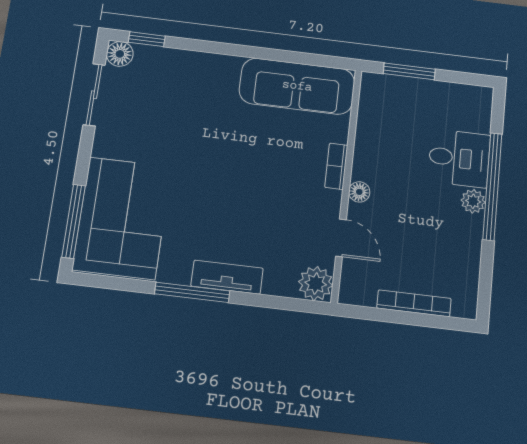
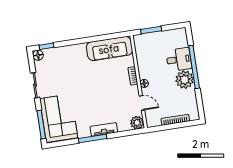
sliding door: (94, 95) -> (35, 85), moved
plant: (473, 201) -> (185, 80), width x1.88, depth x1.88

